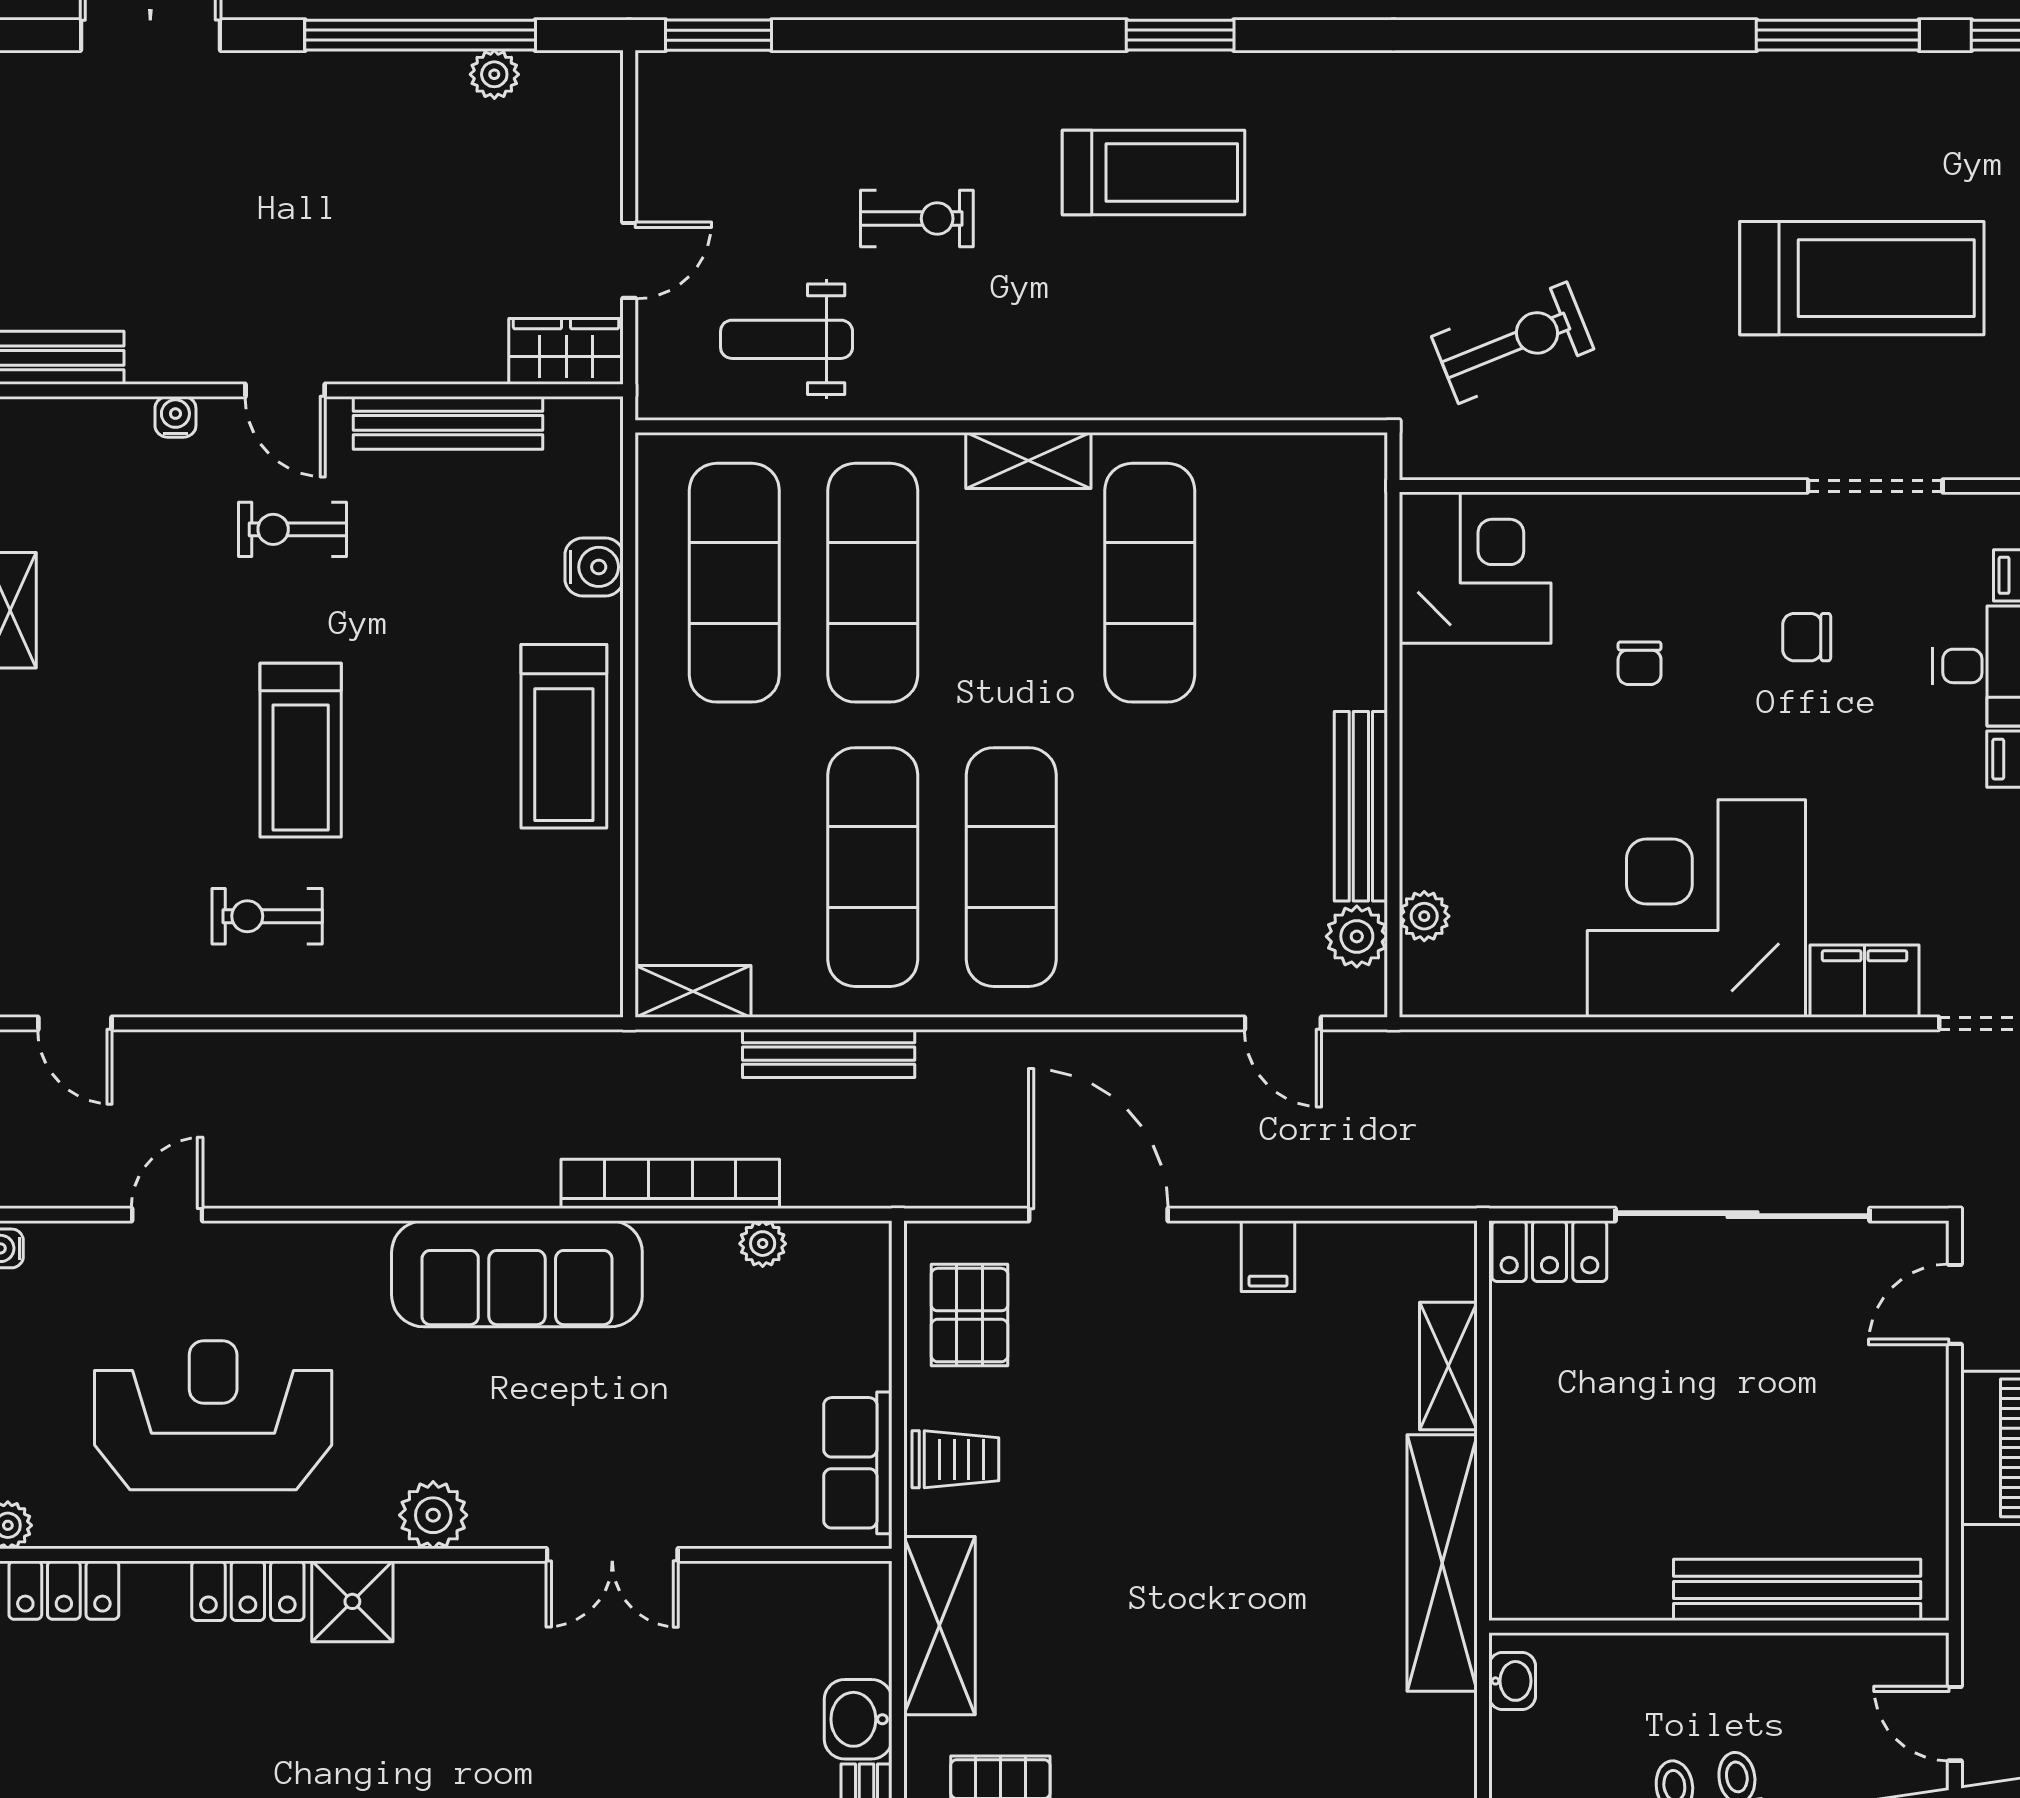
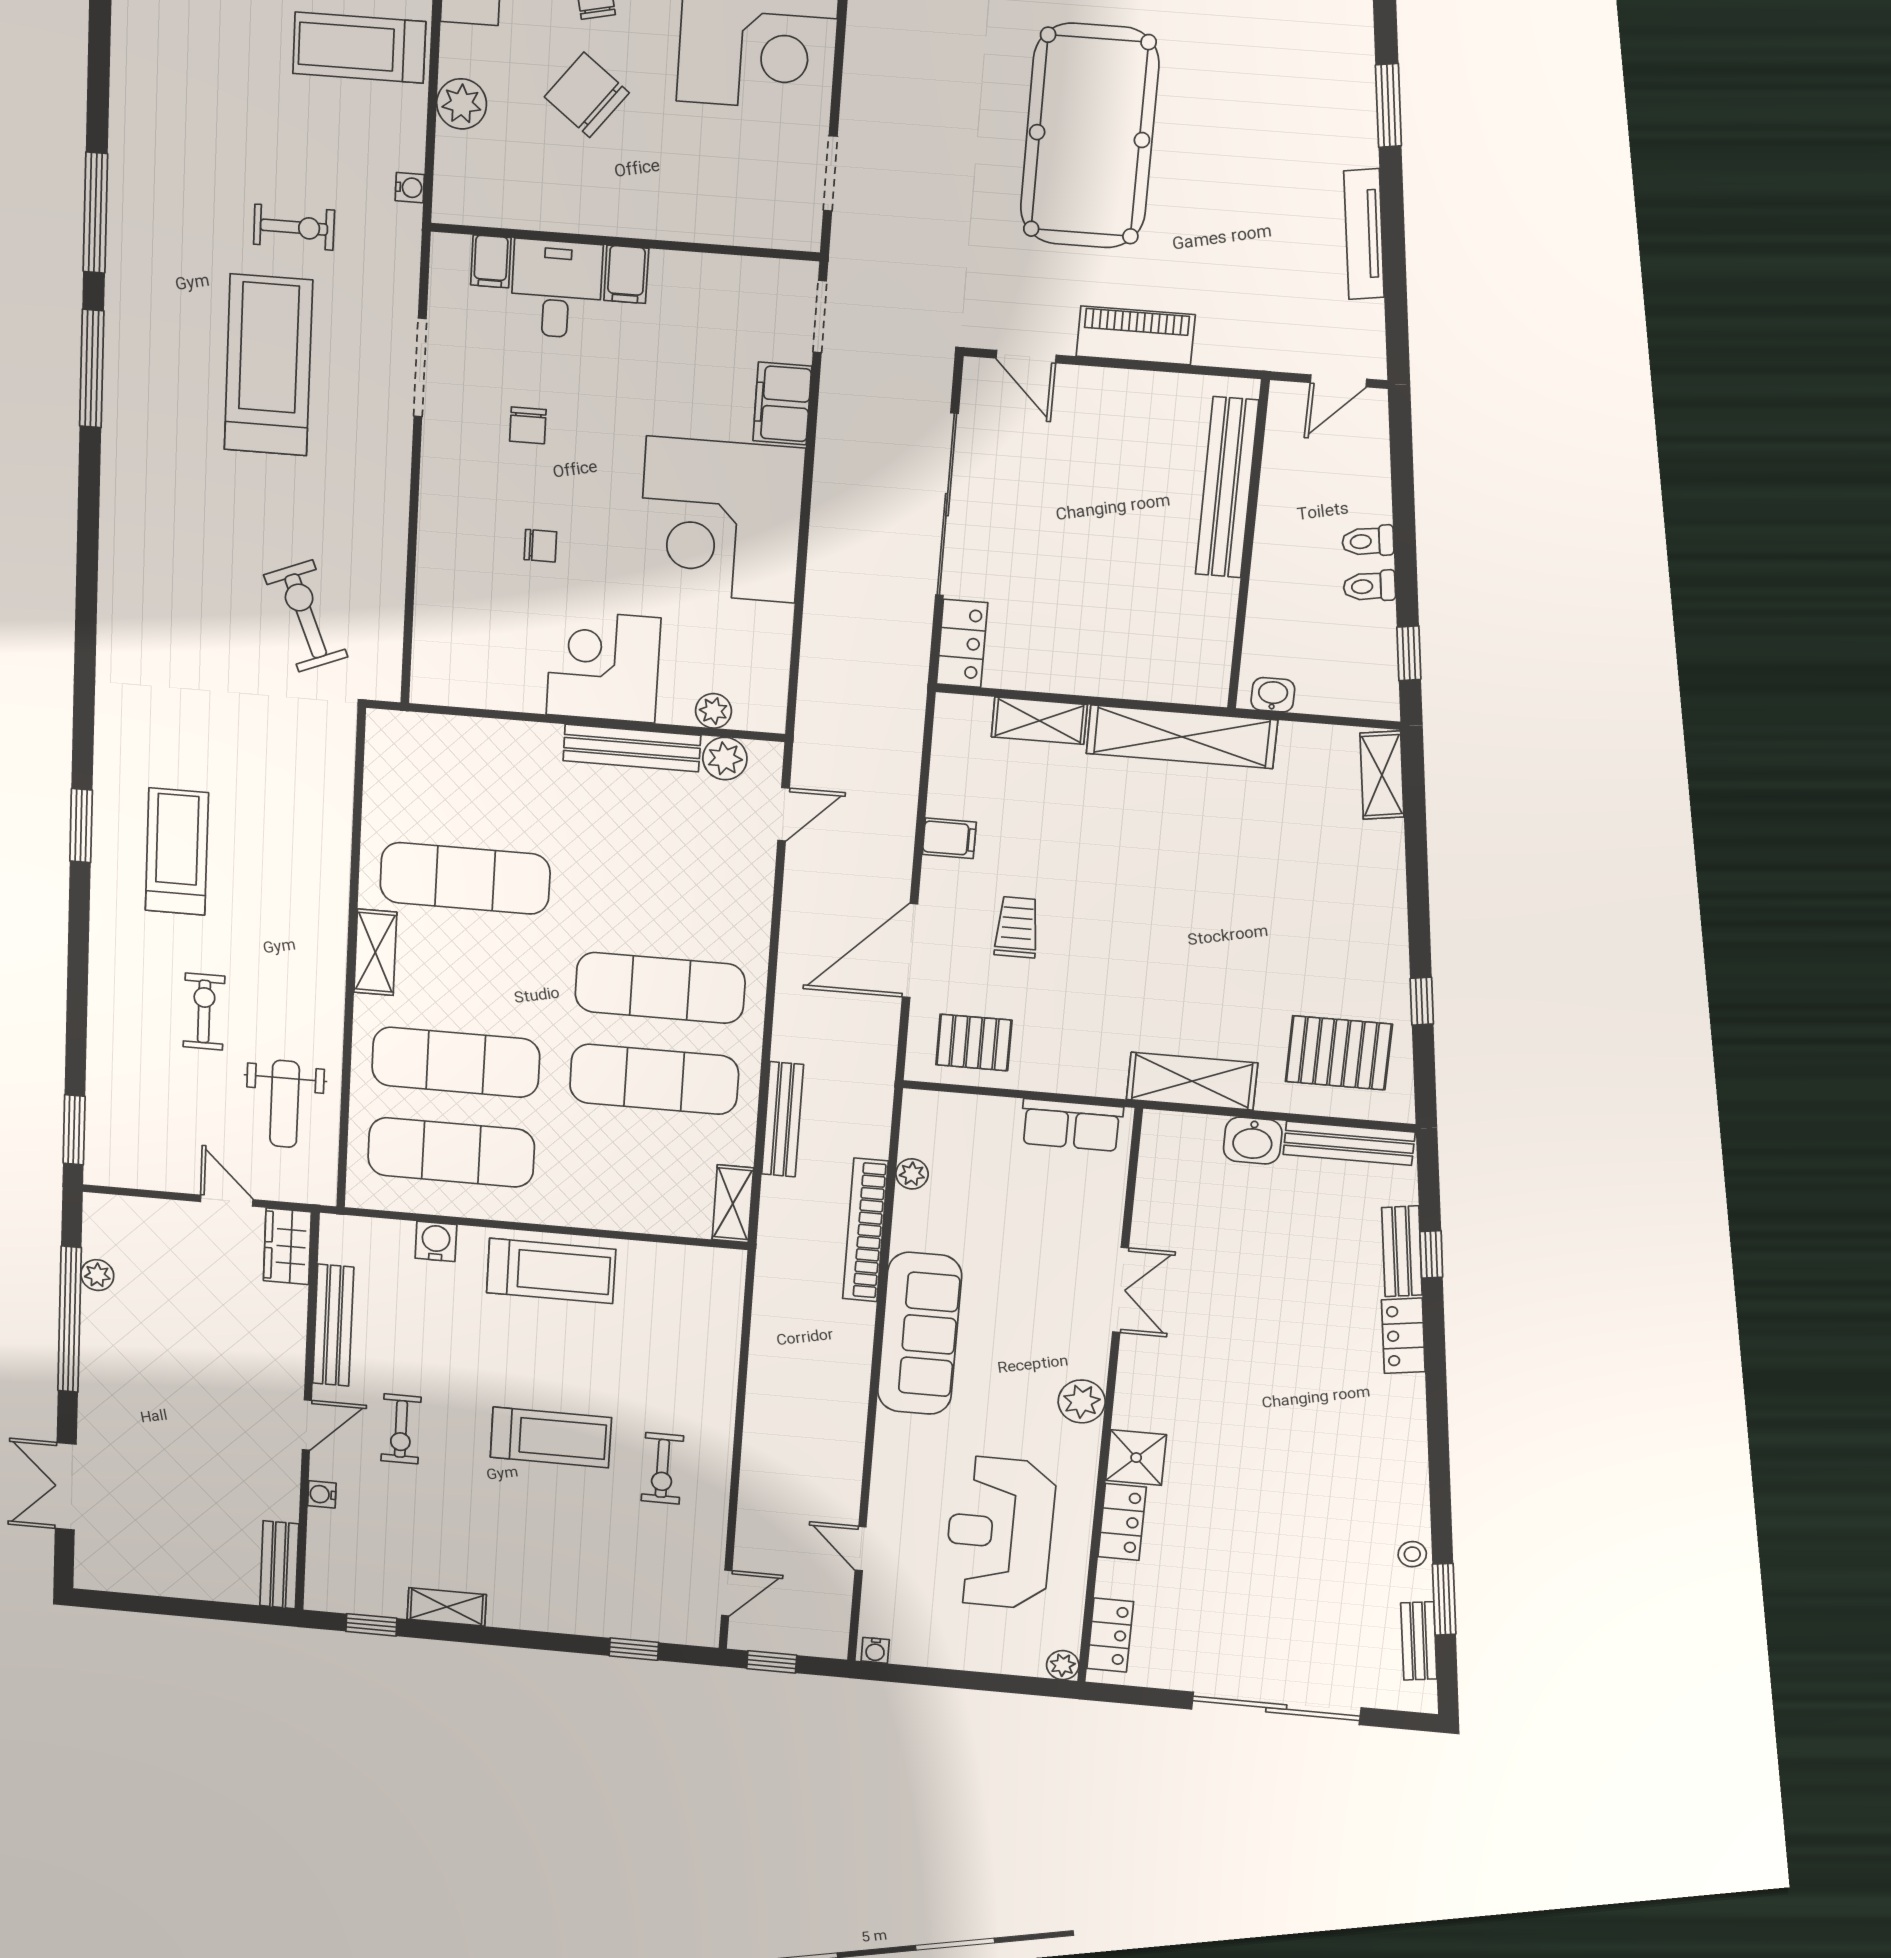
corner desk: (1475, 568) -> (603, 666), moved
trolley: (955, 1459) -> (1017, 927), moved

